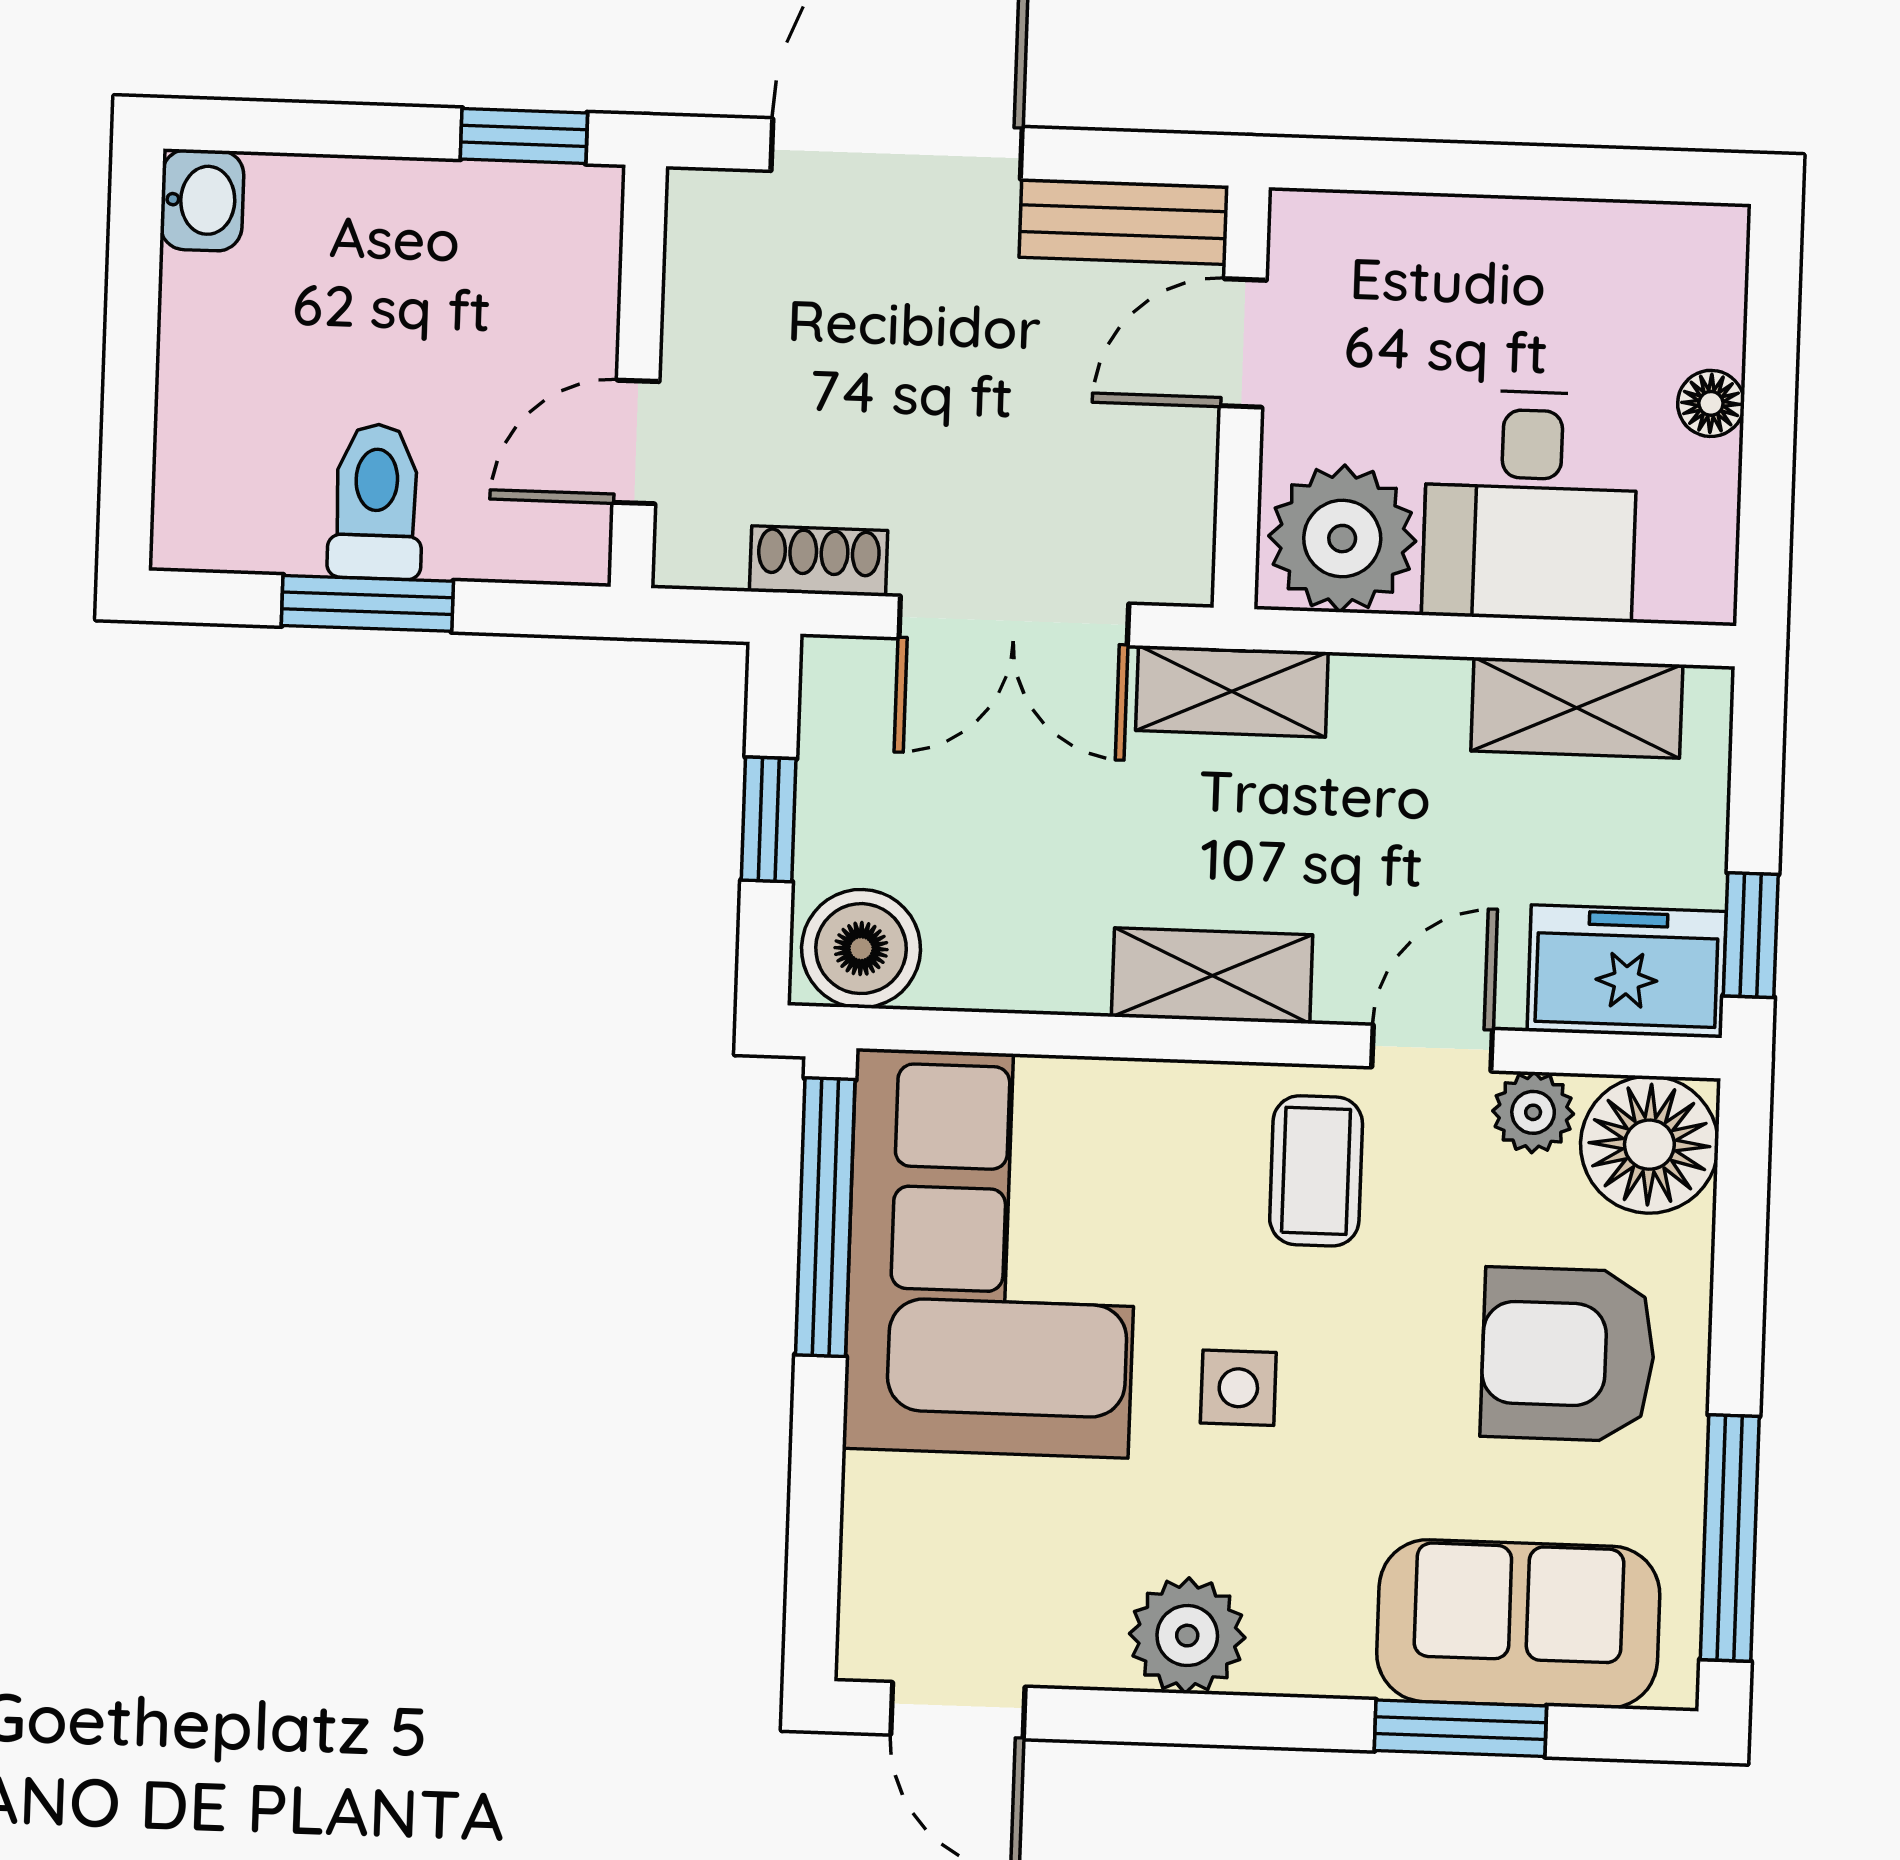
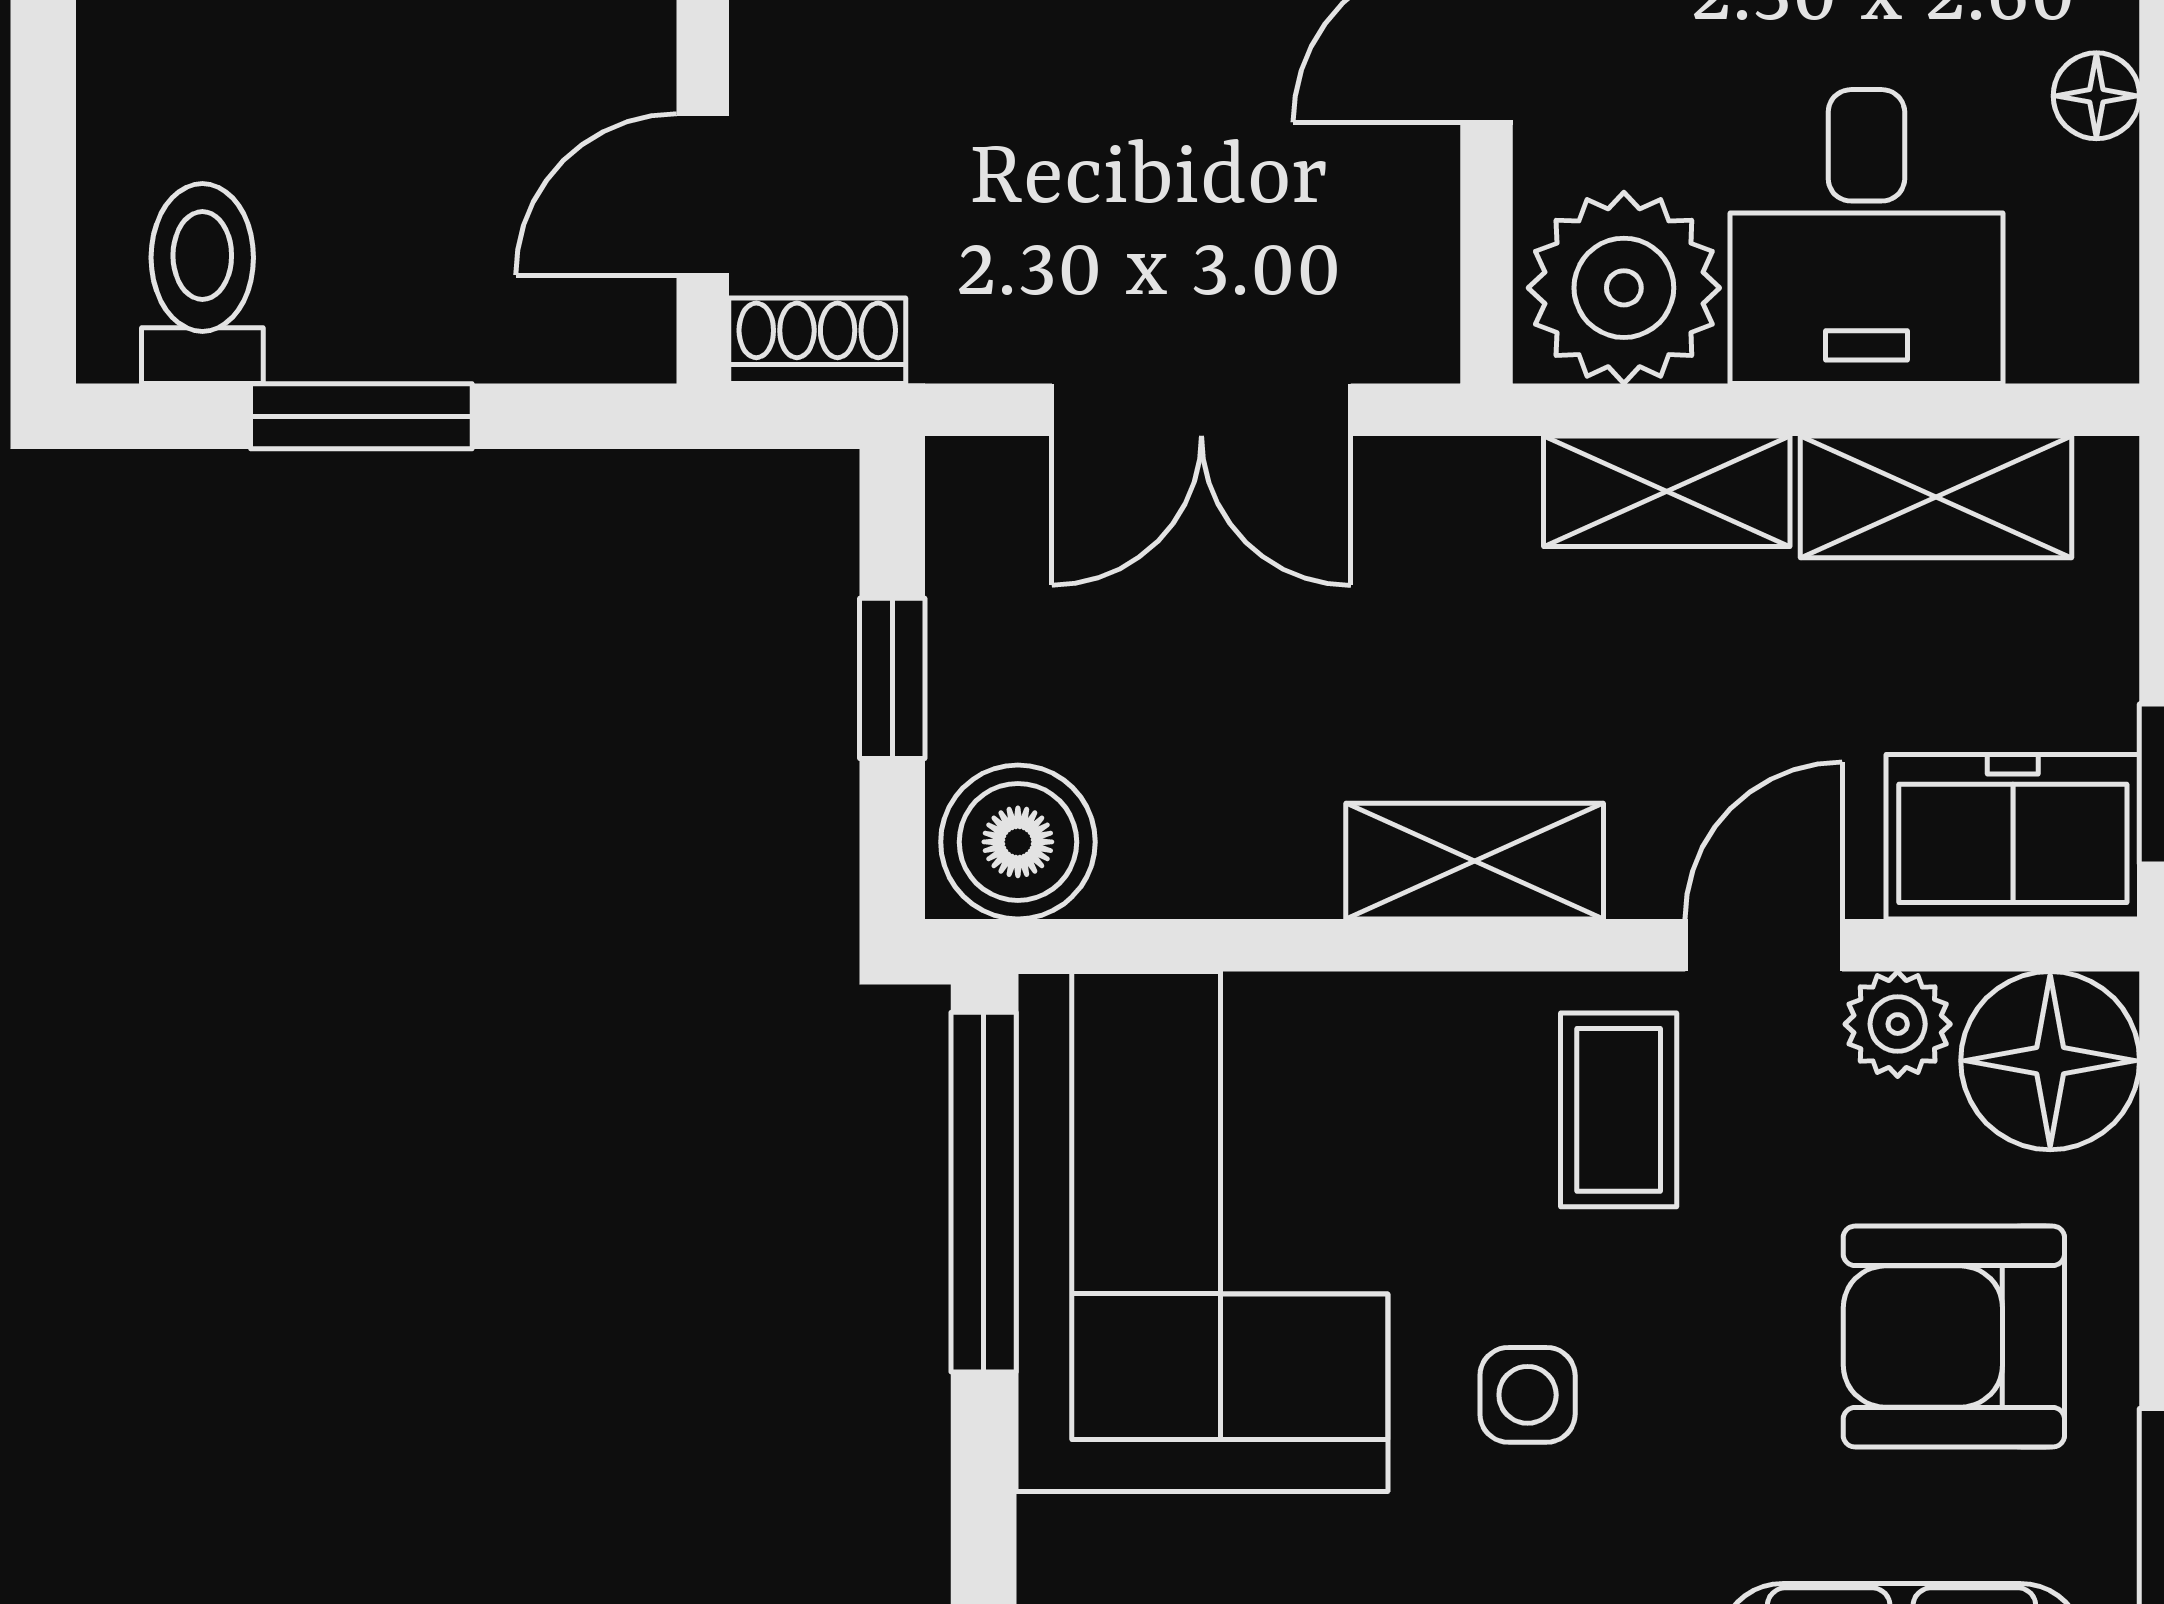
toilet: (376, 501) -> (202, 284), moved
shoe rack: (819, 561) -> (817, 341), moved
shelving: (1232, 691) -> (1667, 491), moved

